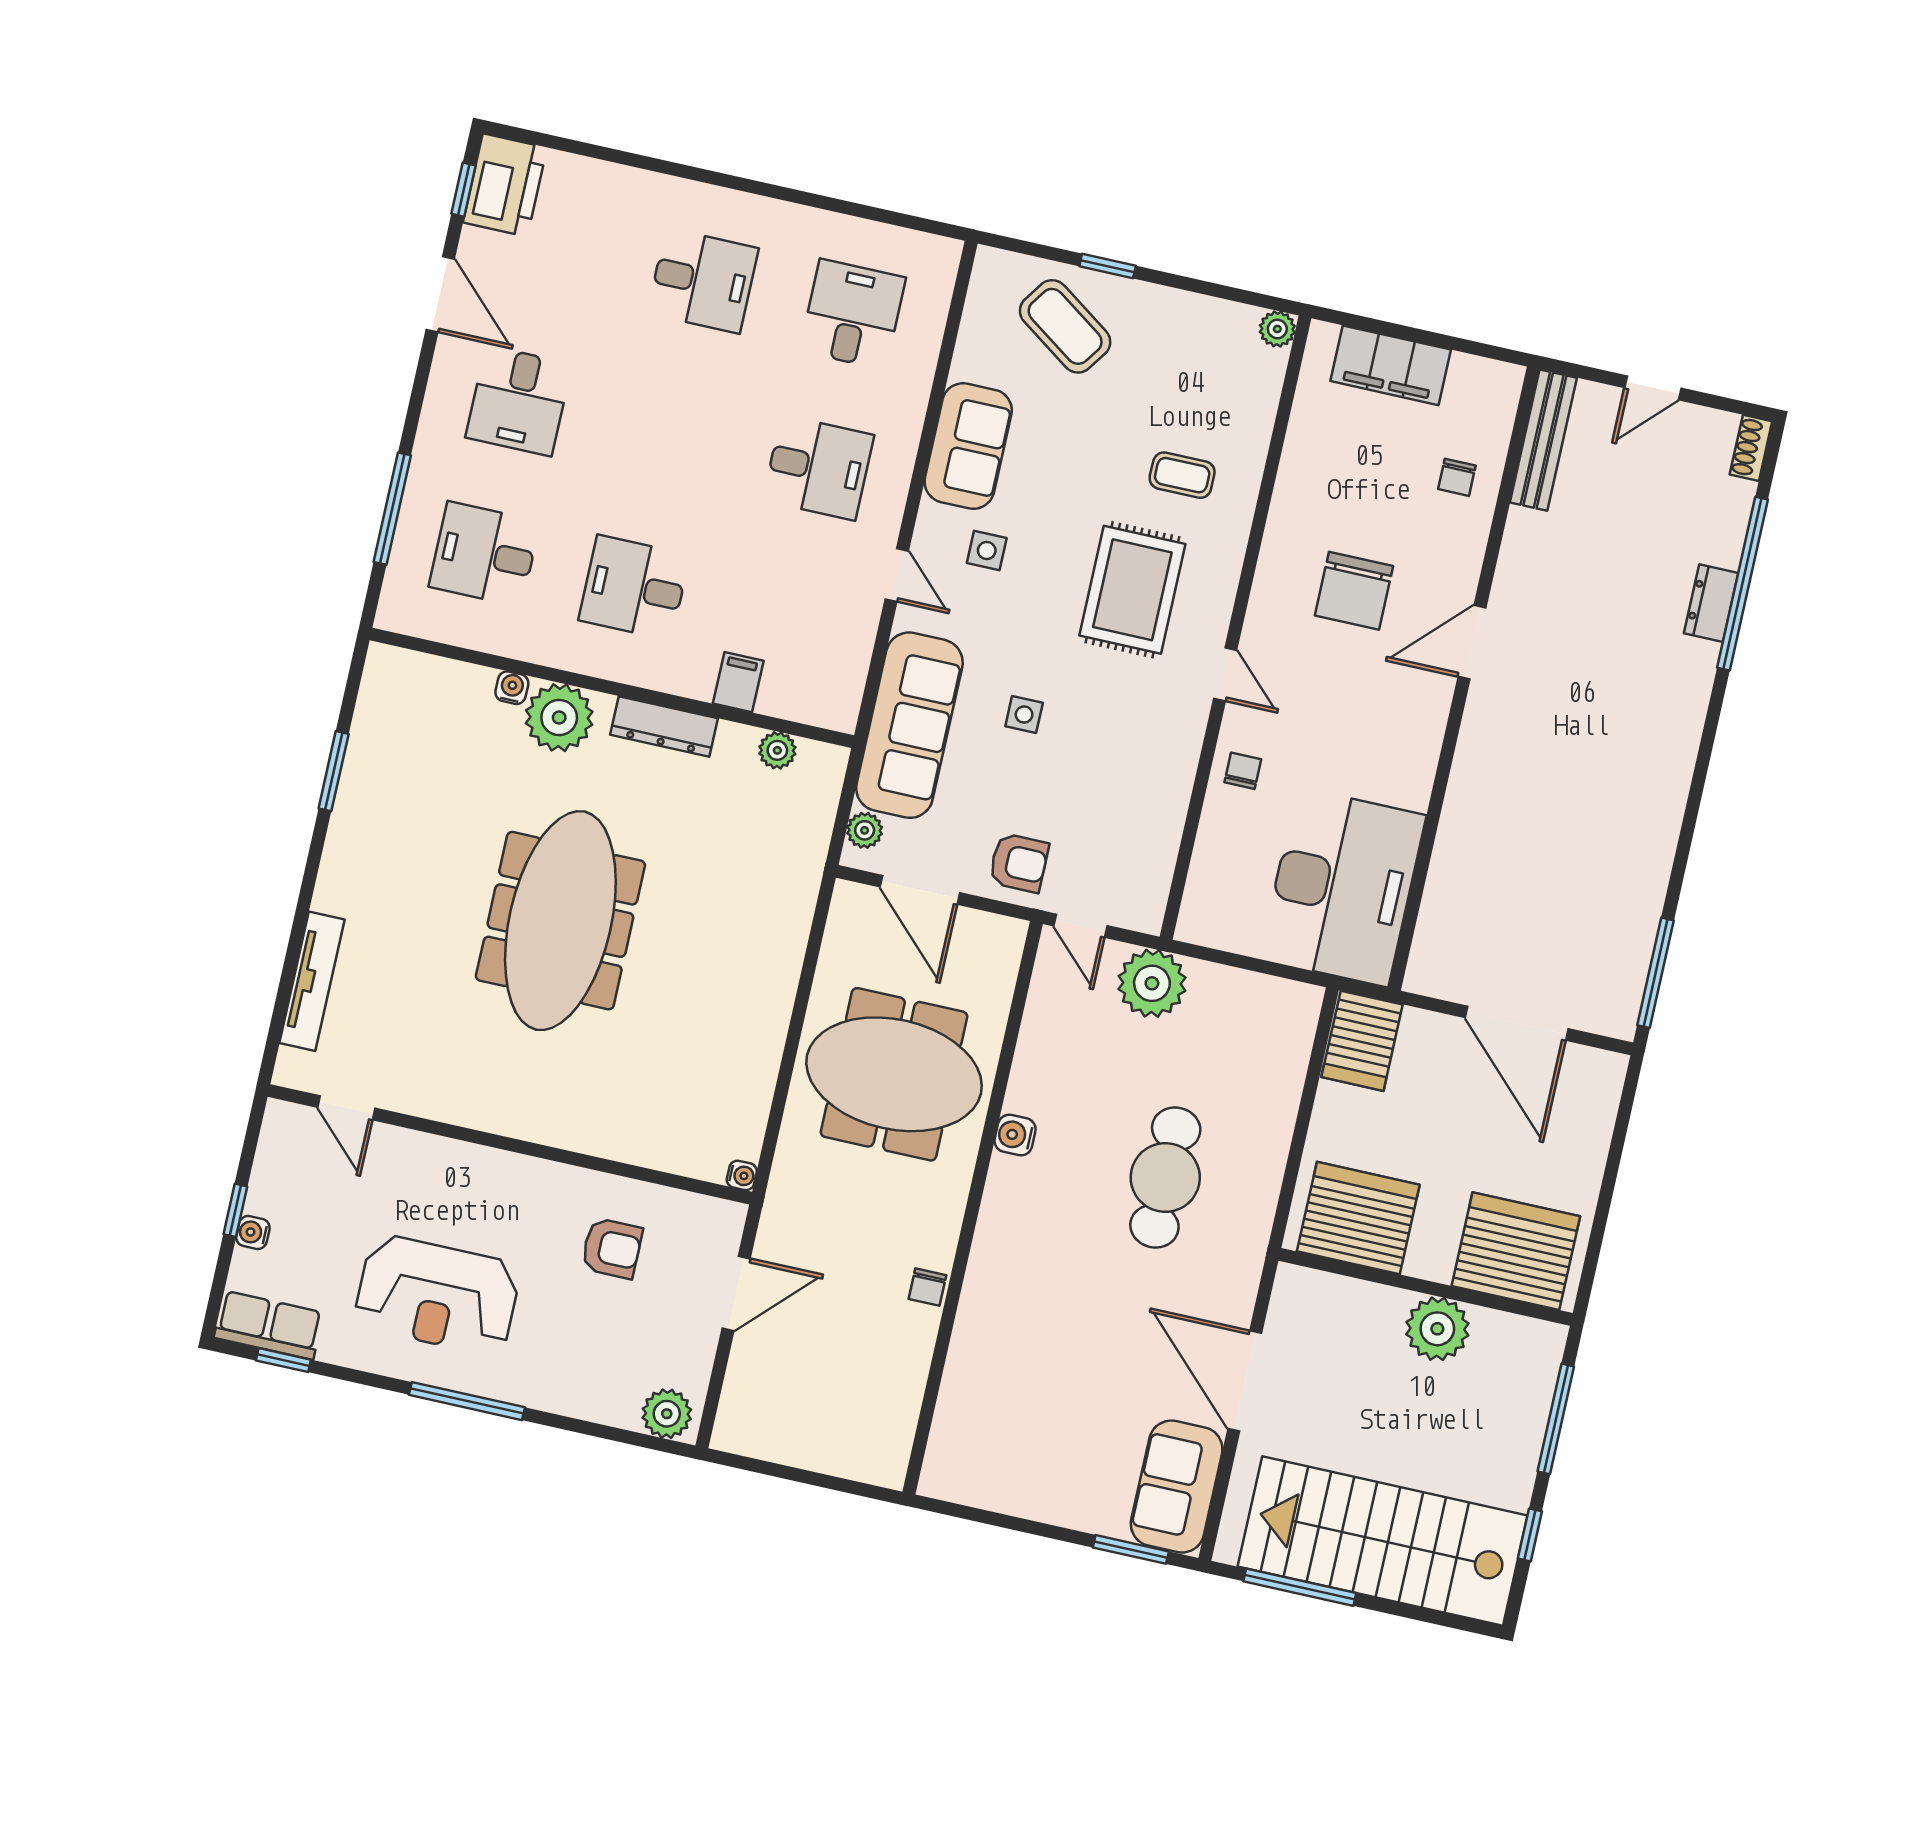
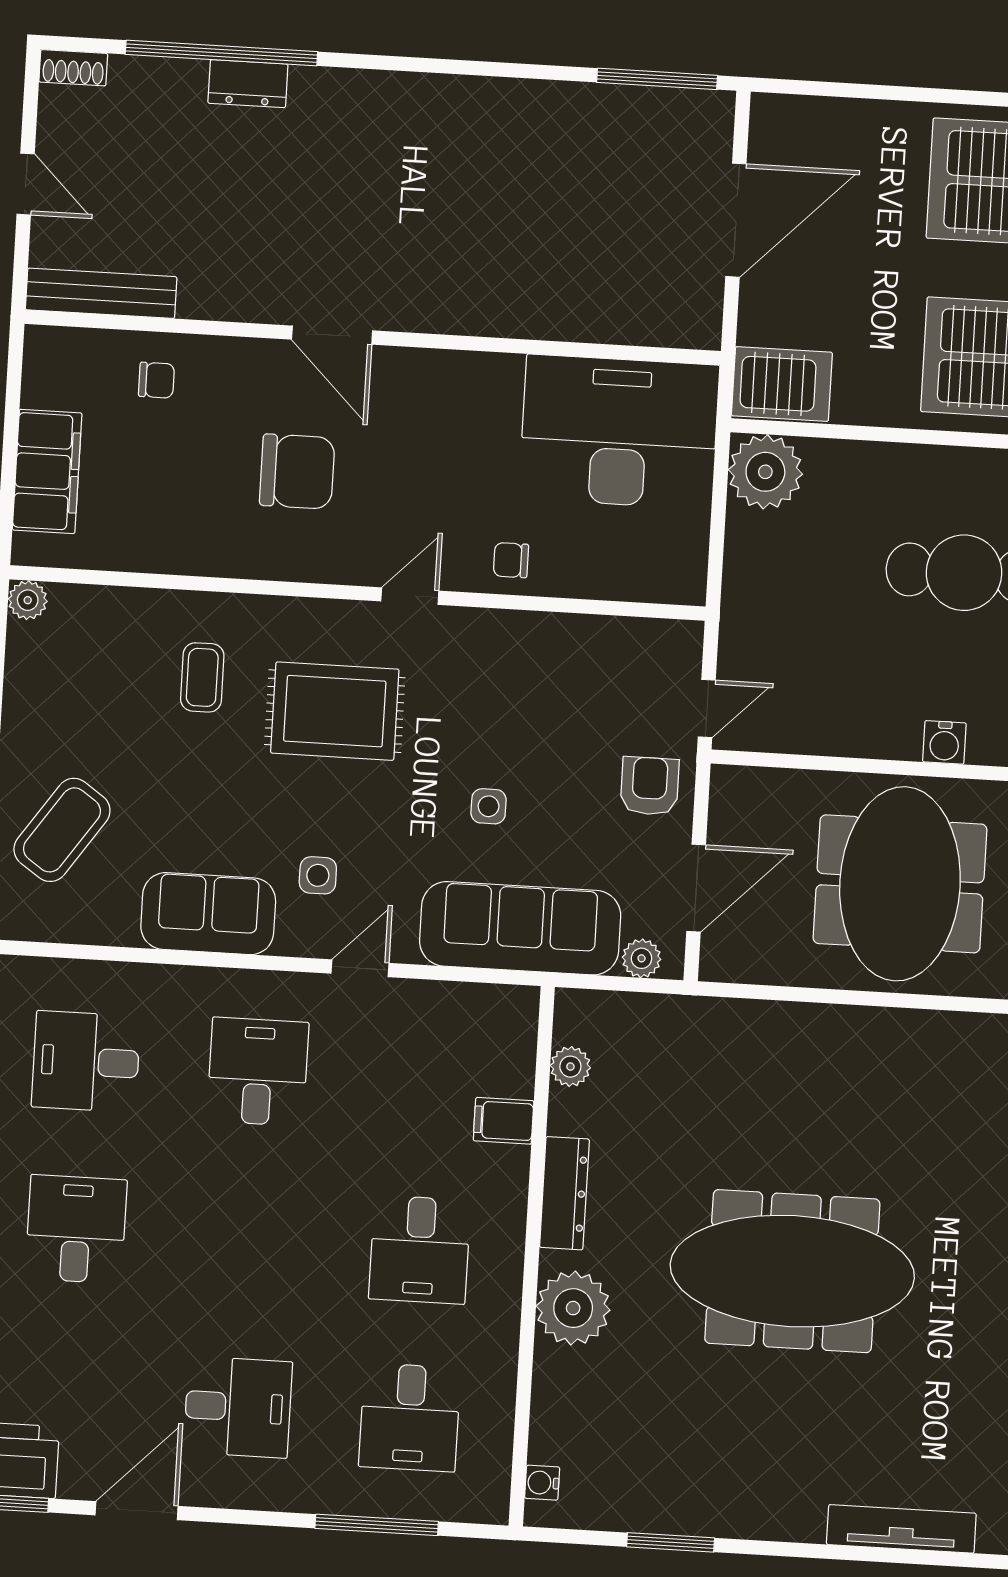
water cooler: (512, 688) -> (542, 1483), moved
plant: (1152, 983) -> (765, 472), moved

